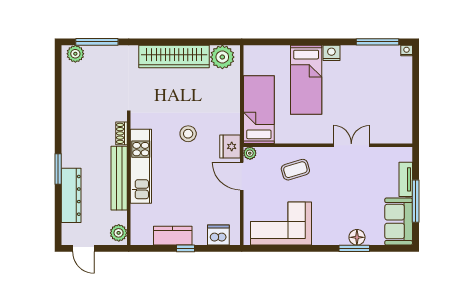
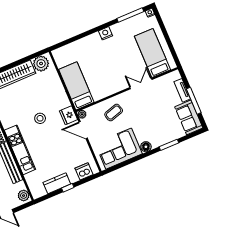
bed: (306, 80) -> (152, 53), moved, turned 180
floor lamp: (357, 237) -> (146, 147), moved

